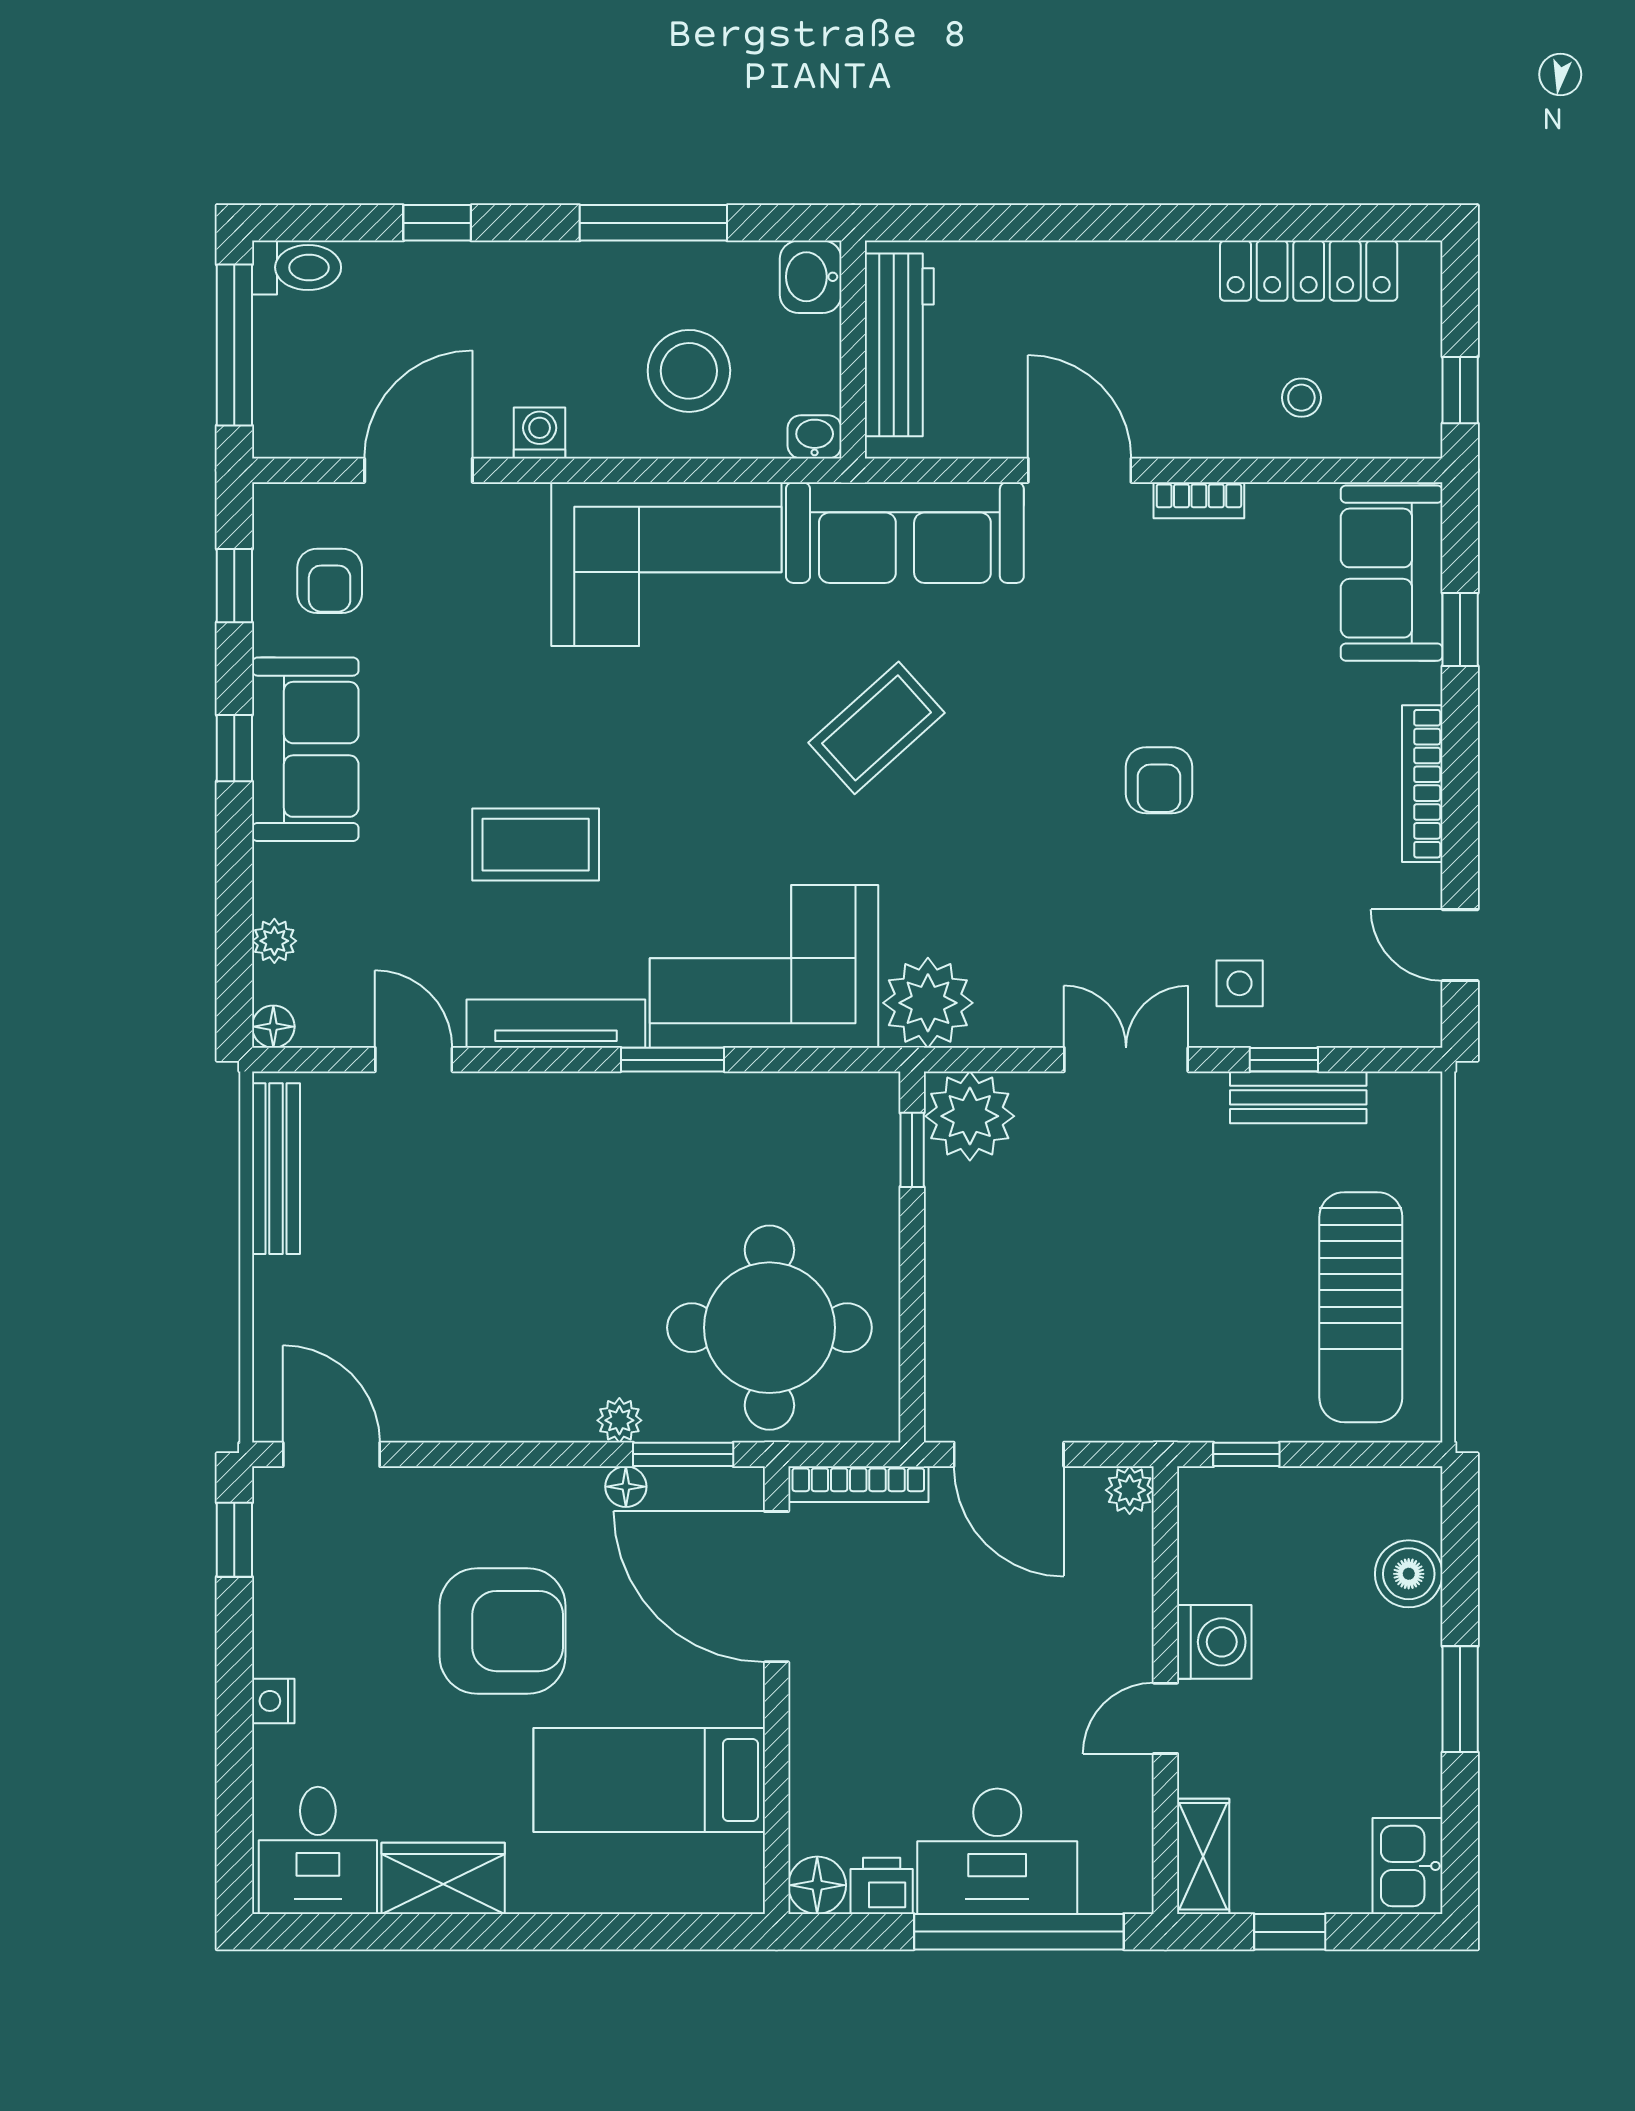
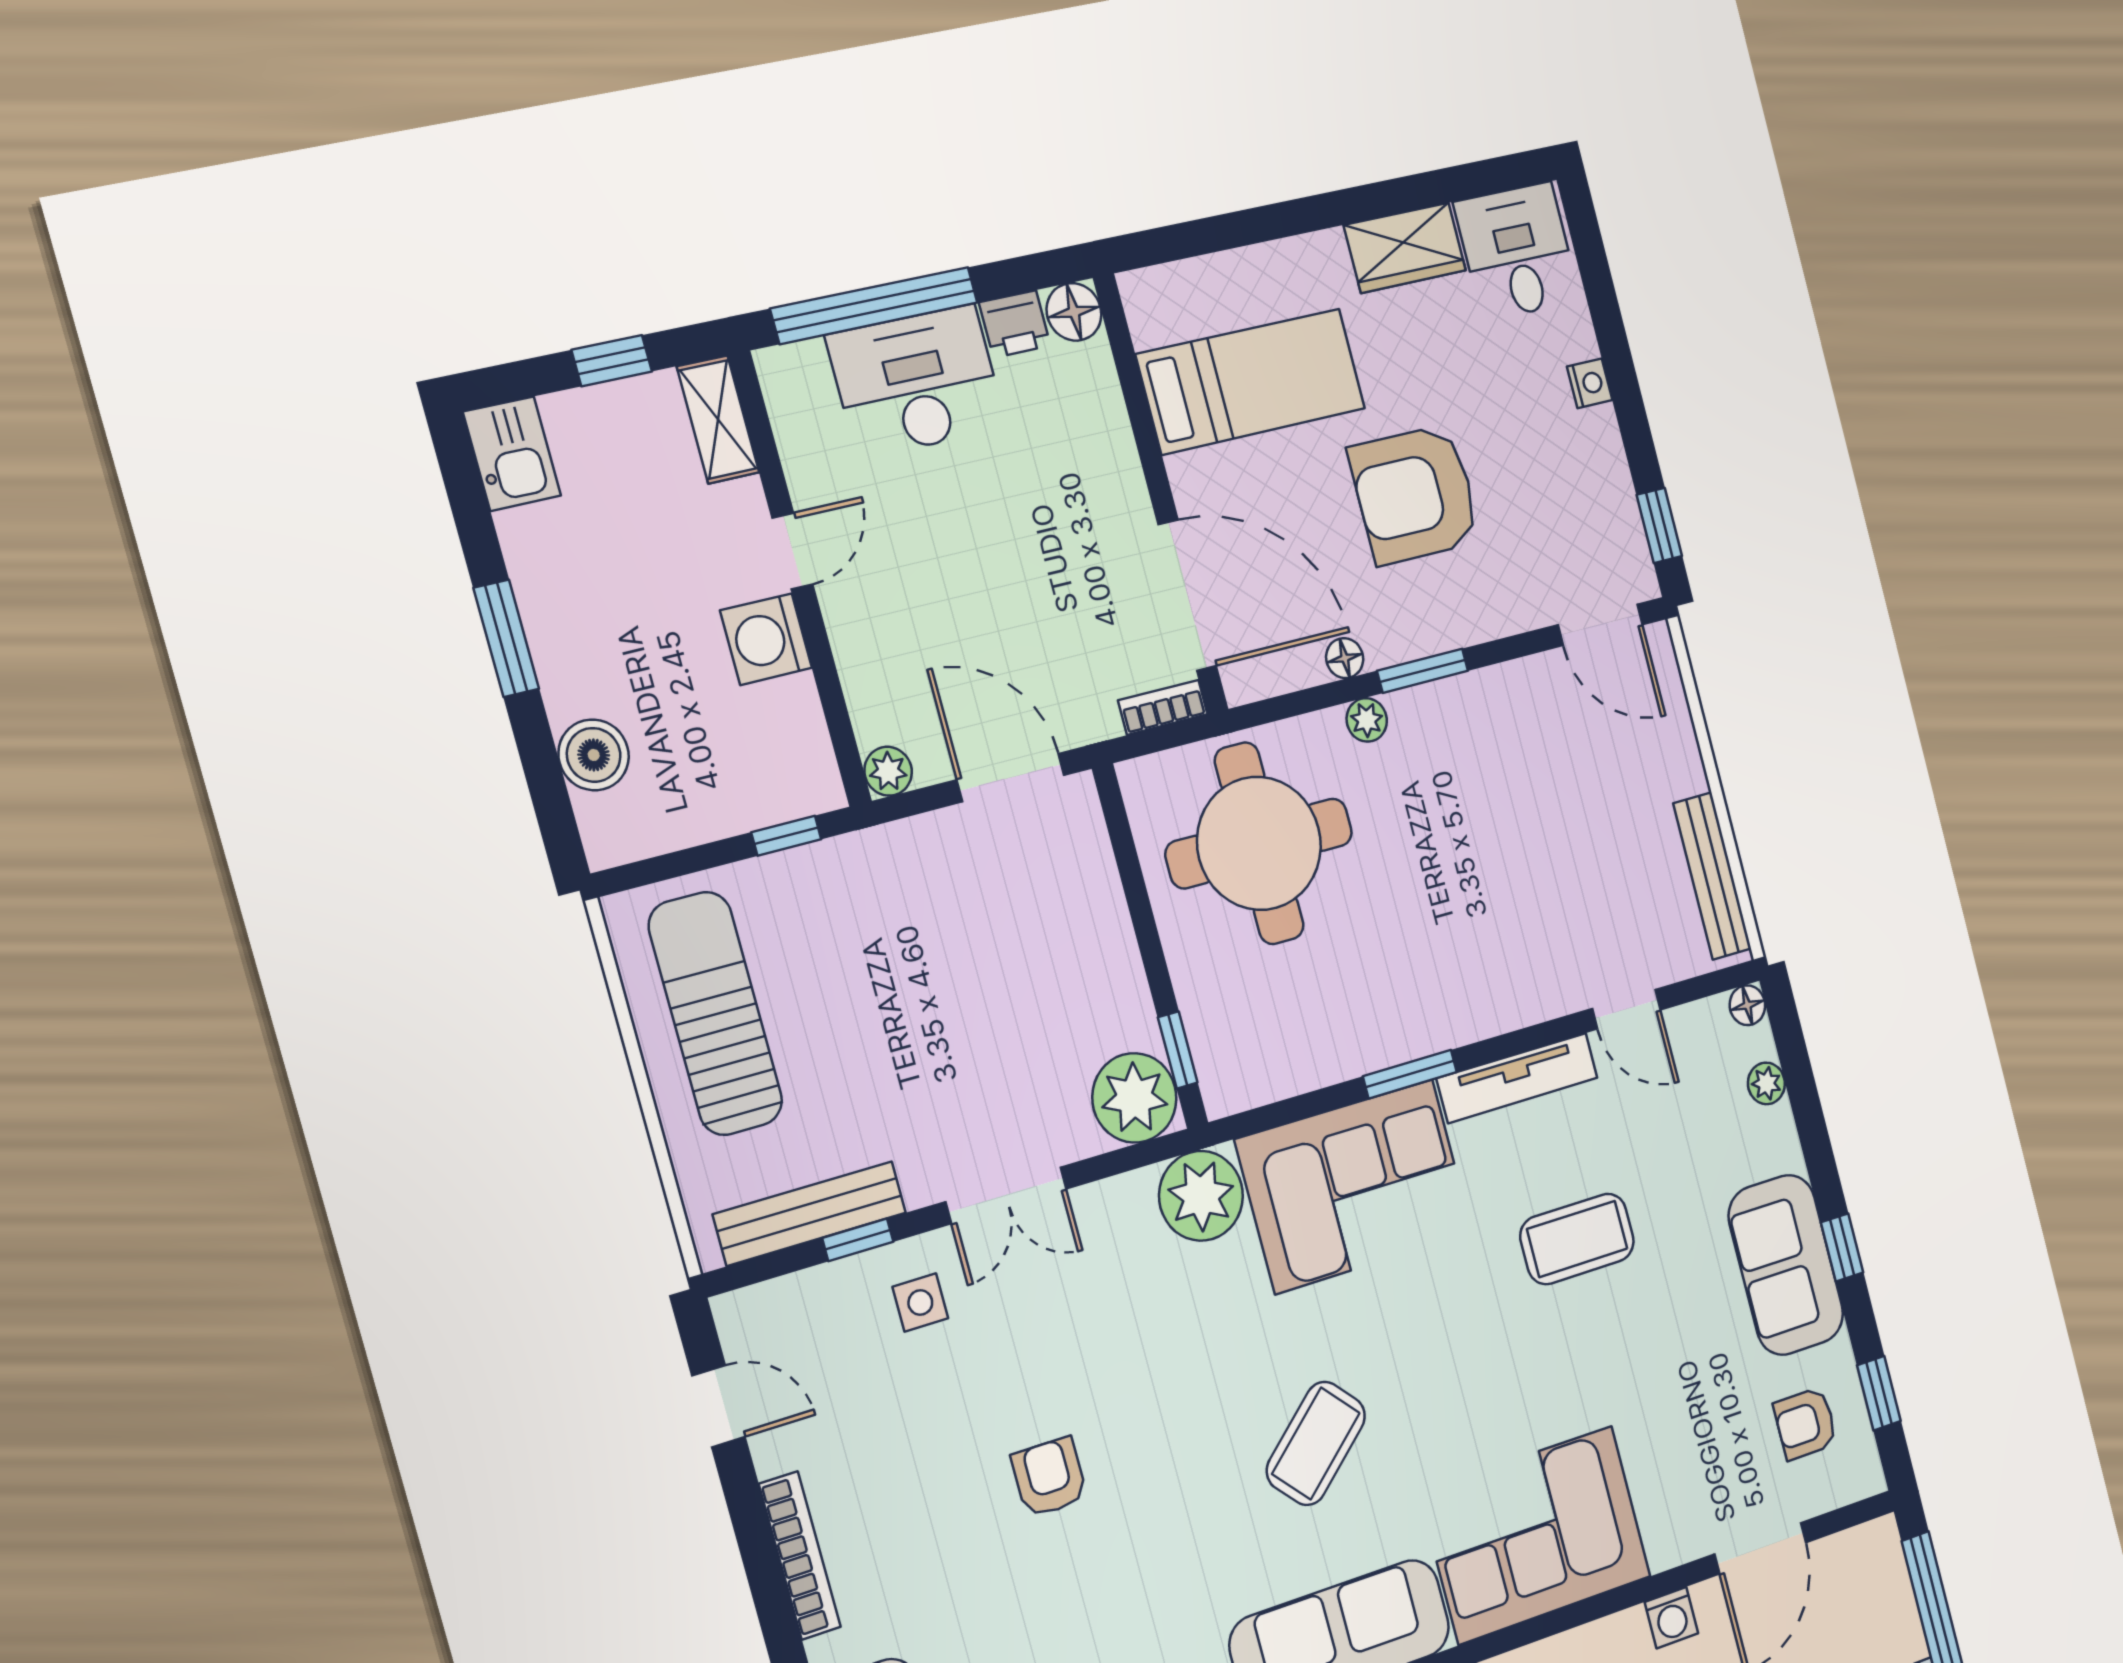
armchair: (330, 581) -> (1805, 1424), turned -90
bench: (1298, 1097) -> (810, 1214), width x1.36
window: (683, 1454) -> (1423, 671), moved
bookcase: (858, 1484) -> (1163, 707), width x0.64

